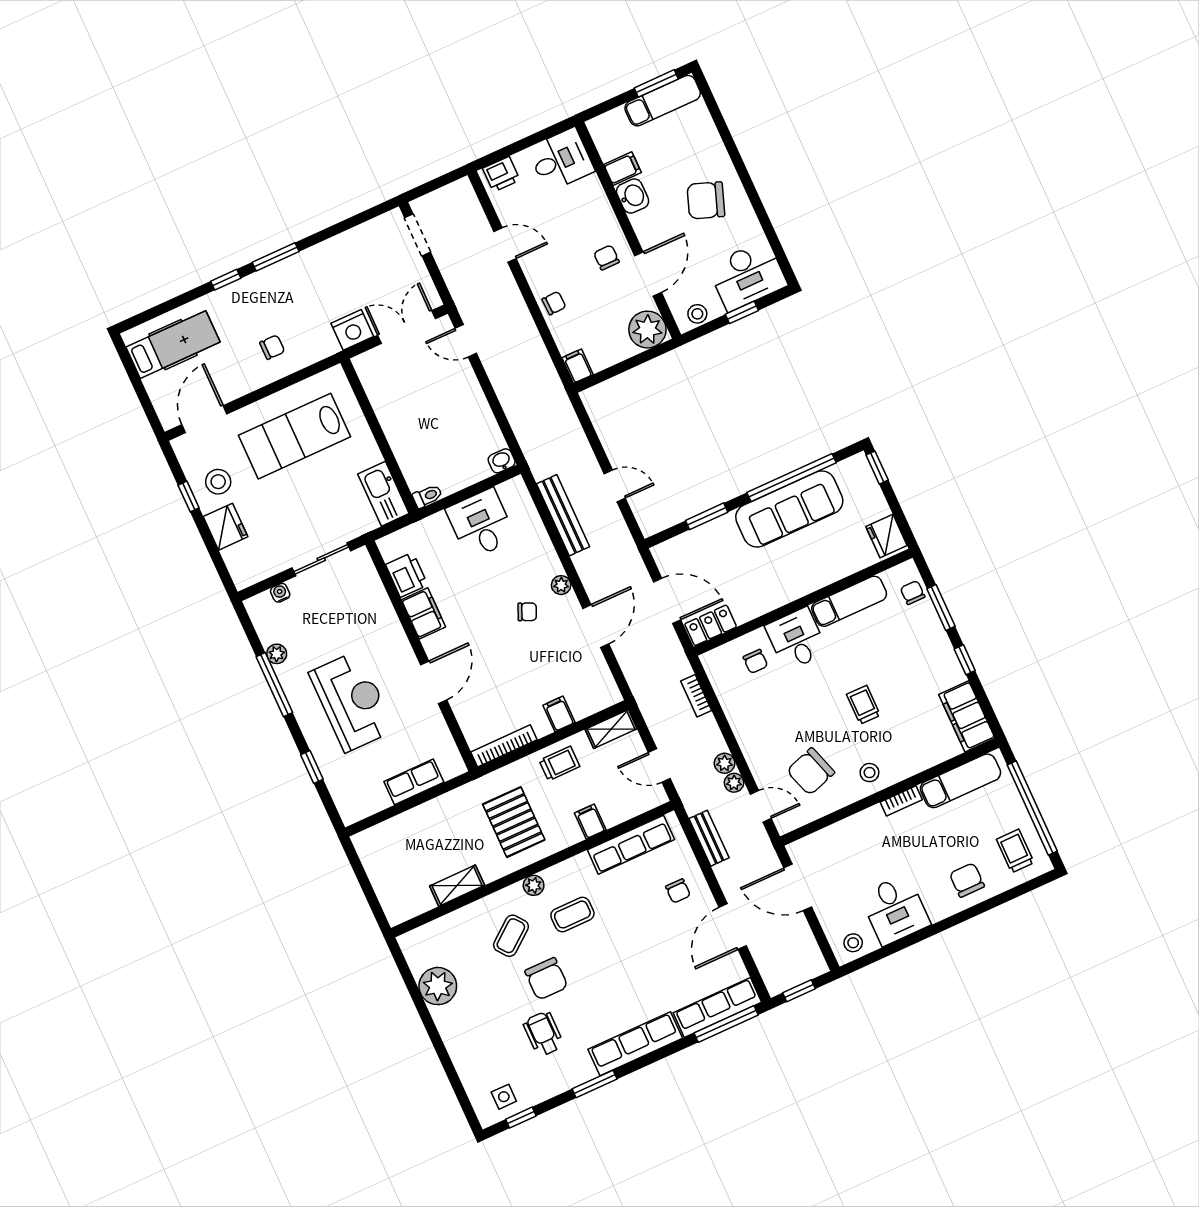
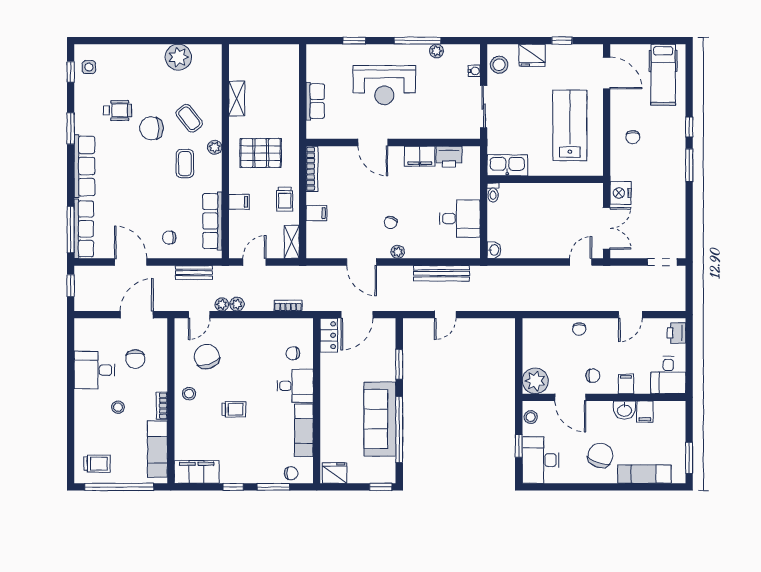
exam couch: (663, 101) -> (644, 474), moved, turned 90
filing cabinet: (577, 366) -> (626, 384), moved, turned -90
stool: (218, 482) -> (499, 65), moved
chair: (967, 880) -> (135, 359), moved, turned 90
stool: (853, 943) -> (118, 407), moved

